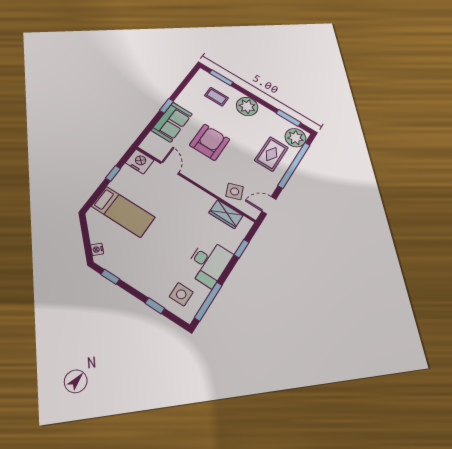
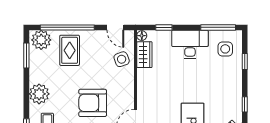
rug: (271, 154) -> (70, 50), turned 90
floor lamp: (246, 223) -> (142, 36), added

